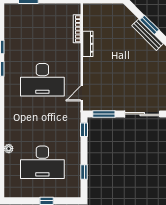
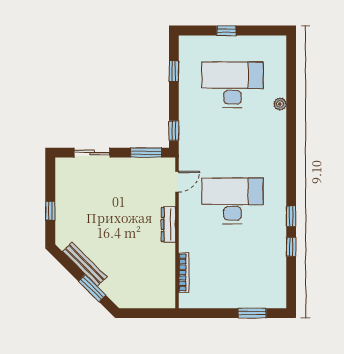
window: (149, 25) -> (92, 288), moved
dresser: (88, 44) -> (168, 224), moved
sliding door: (142, 114) -> (92, 153), width x0.73

